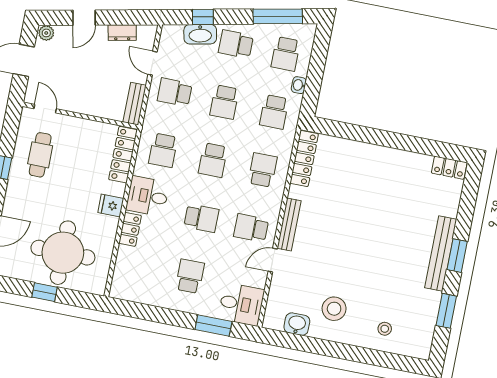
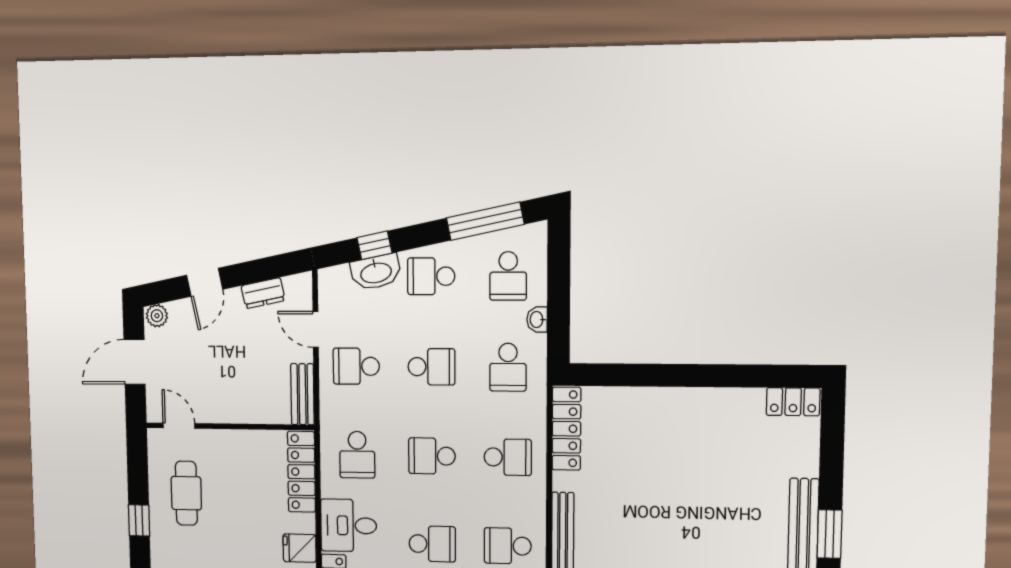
school desk: (224, 102) -> (432, 367), turned -90
school desk: (213, 160) -> (432, 456), turned 90
school desk: (263, 170) -> (508, 457), turned 90

